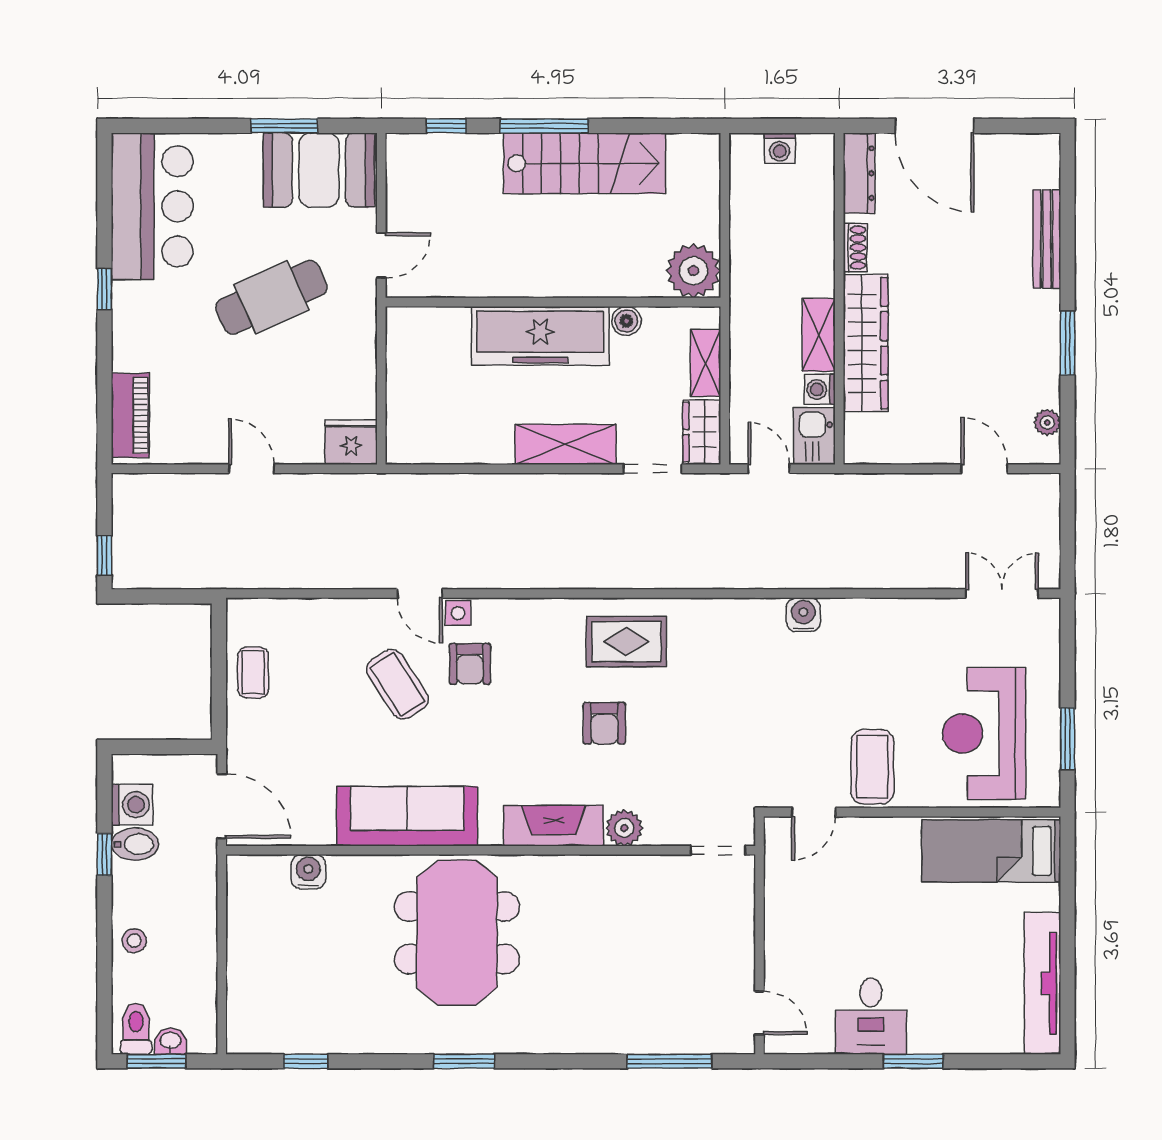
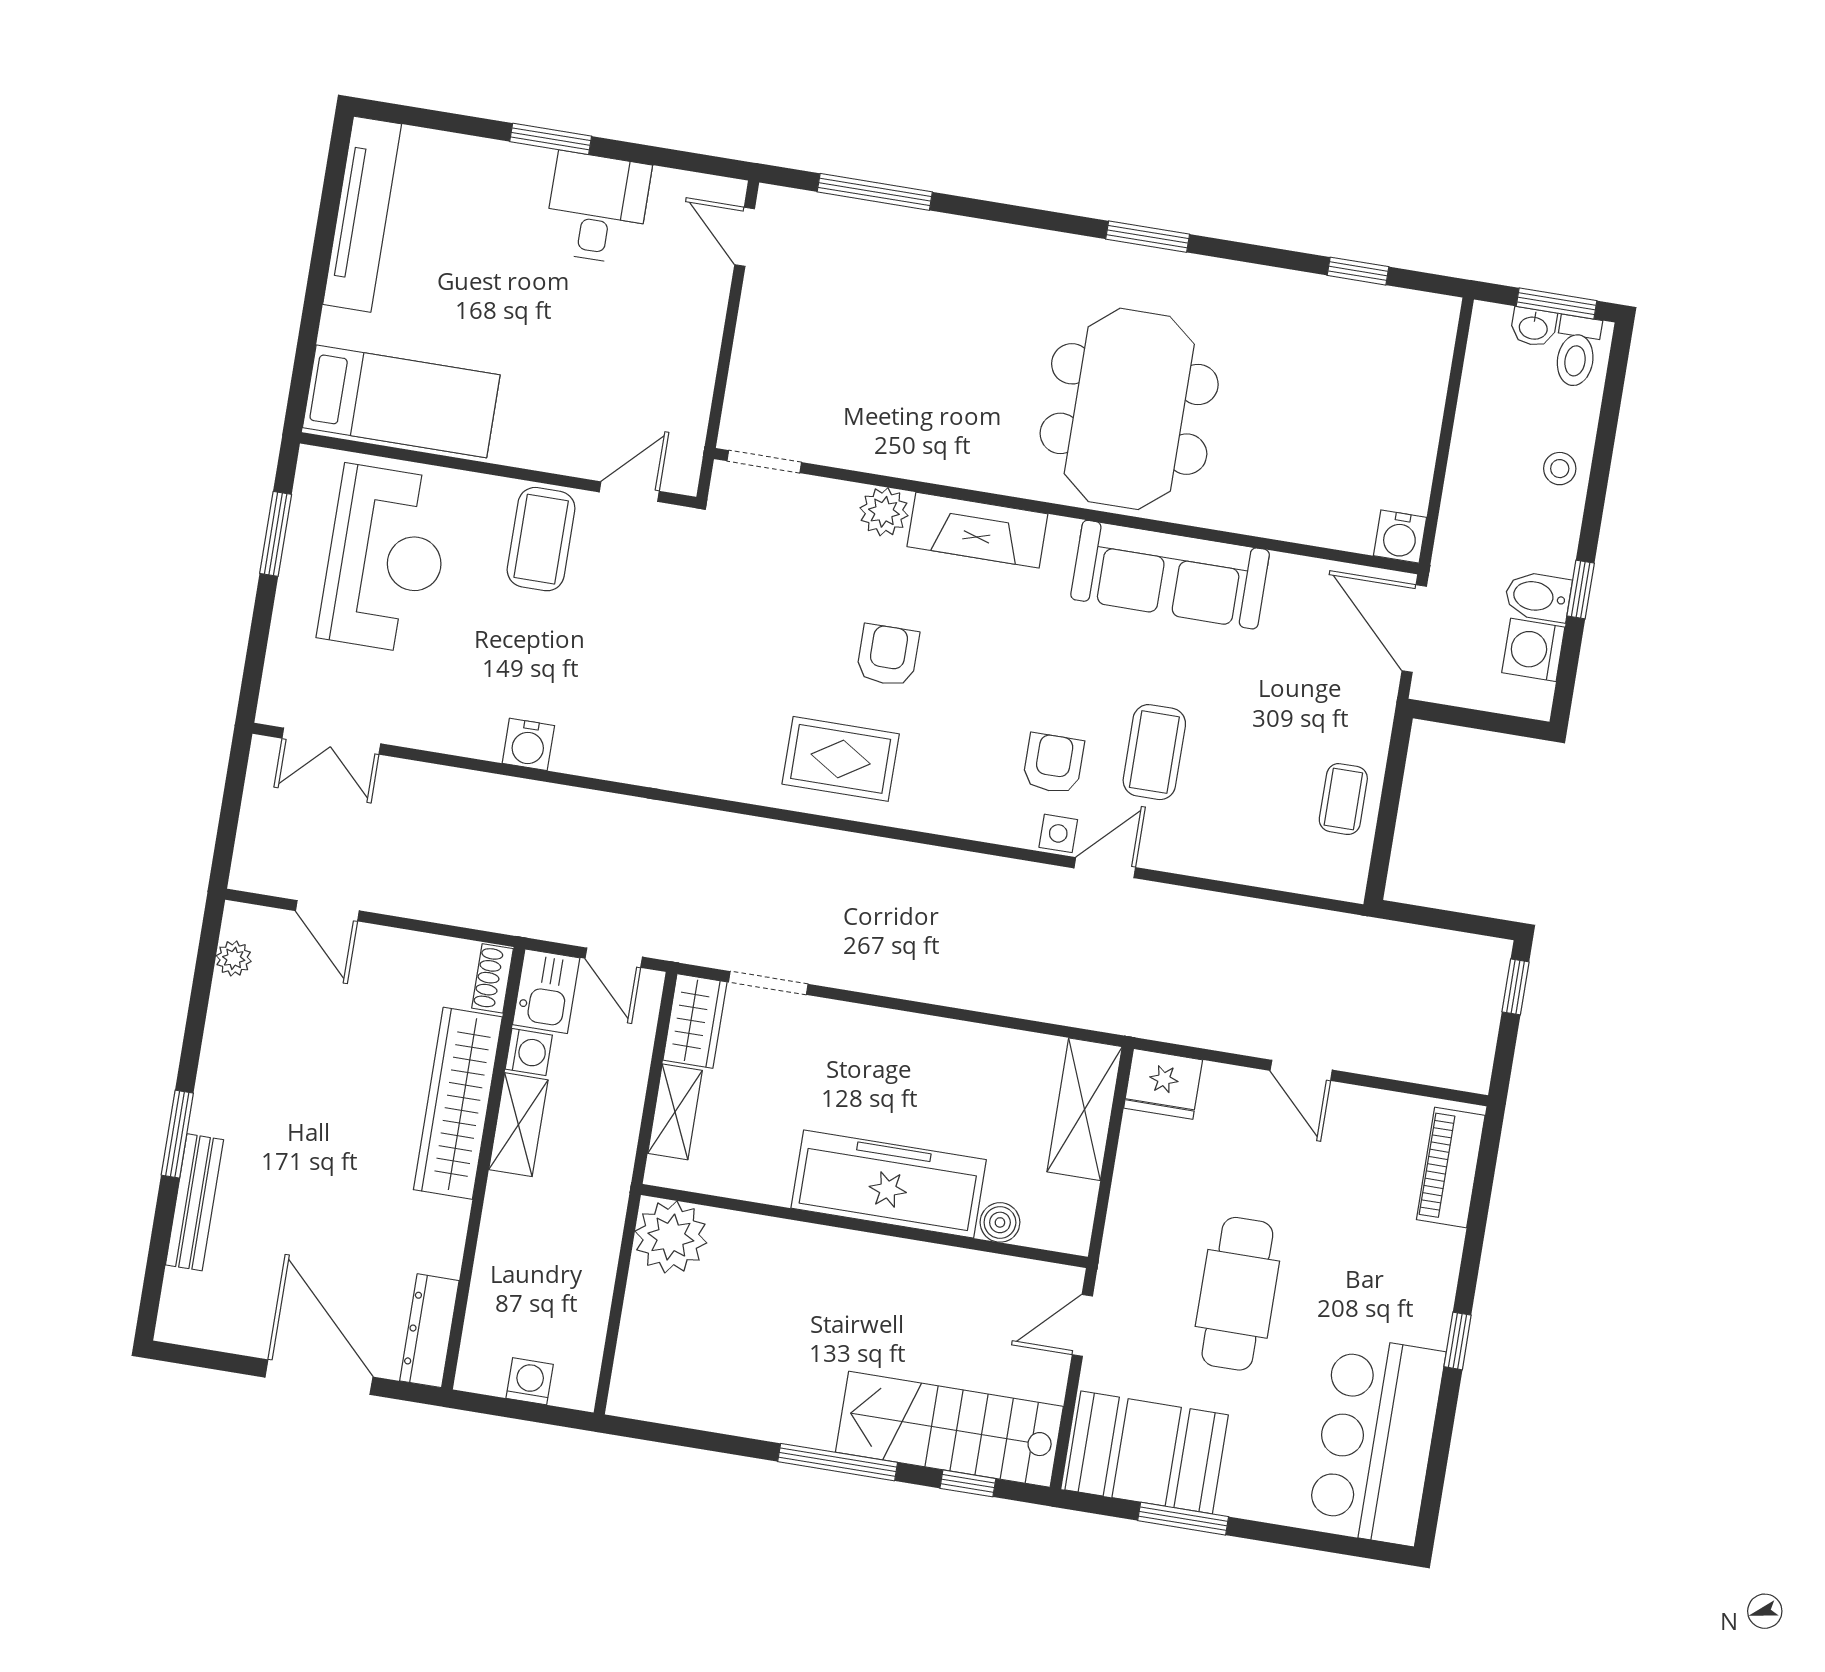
stairs: (585, 163) -> (949, 1429), moved
shoe rack: (855, 248) -> (493, 978), moved
cafe table: (271, 297) -> (1237, 1294), turned -66
boiler: (626, 321) -> (1000, 1222), moved
window: (1068, 343) -> (177, 1134), moved
shelving: (566, 444) -> (1085, 1109), moved, turned 90
door: (420, 594) -> (1105, 868), hinge flipped
water cooler: (803, 615) -> (528, 744), moved
coffee table: (397, 684) -> (1154, 752), turned 33
water cooler: (308, 872) -> (1400, 536), moved

